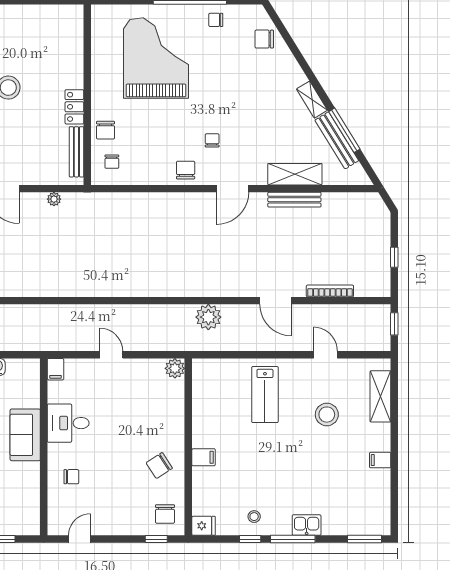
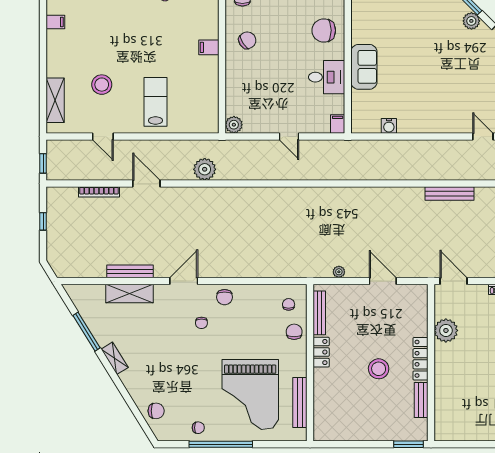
bench: (337, 140) -> (300, 403), moved, turned 32
filing cabinet: (380, 460) -> (55, 22), moved
chair: (71, 477) -> (324, 30), width x1.87, depth x1.87

